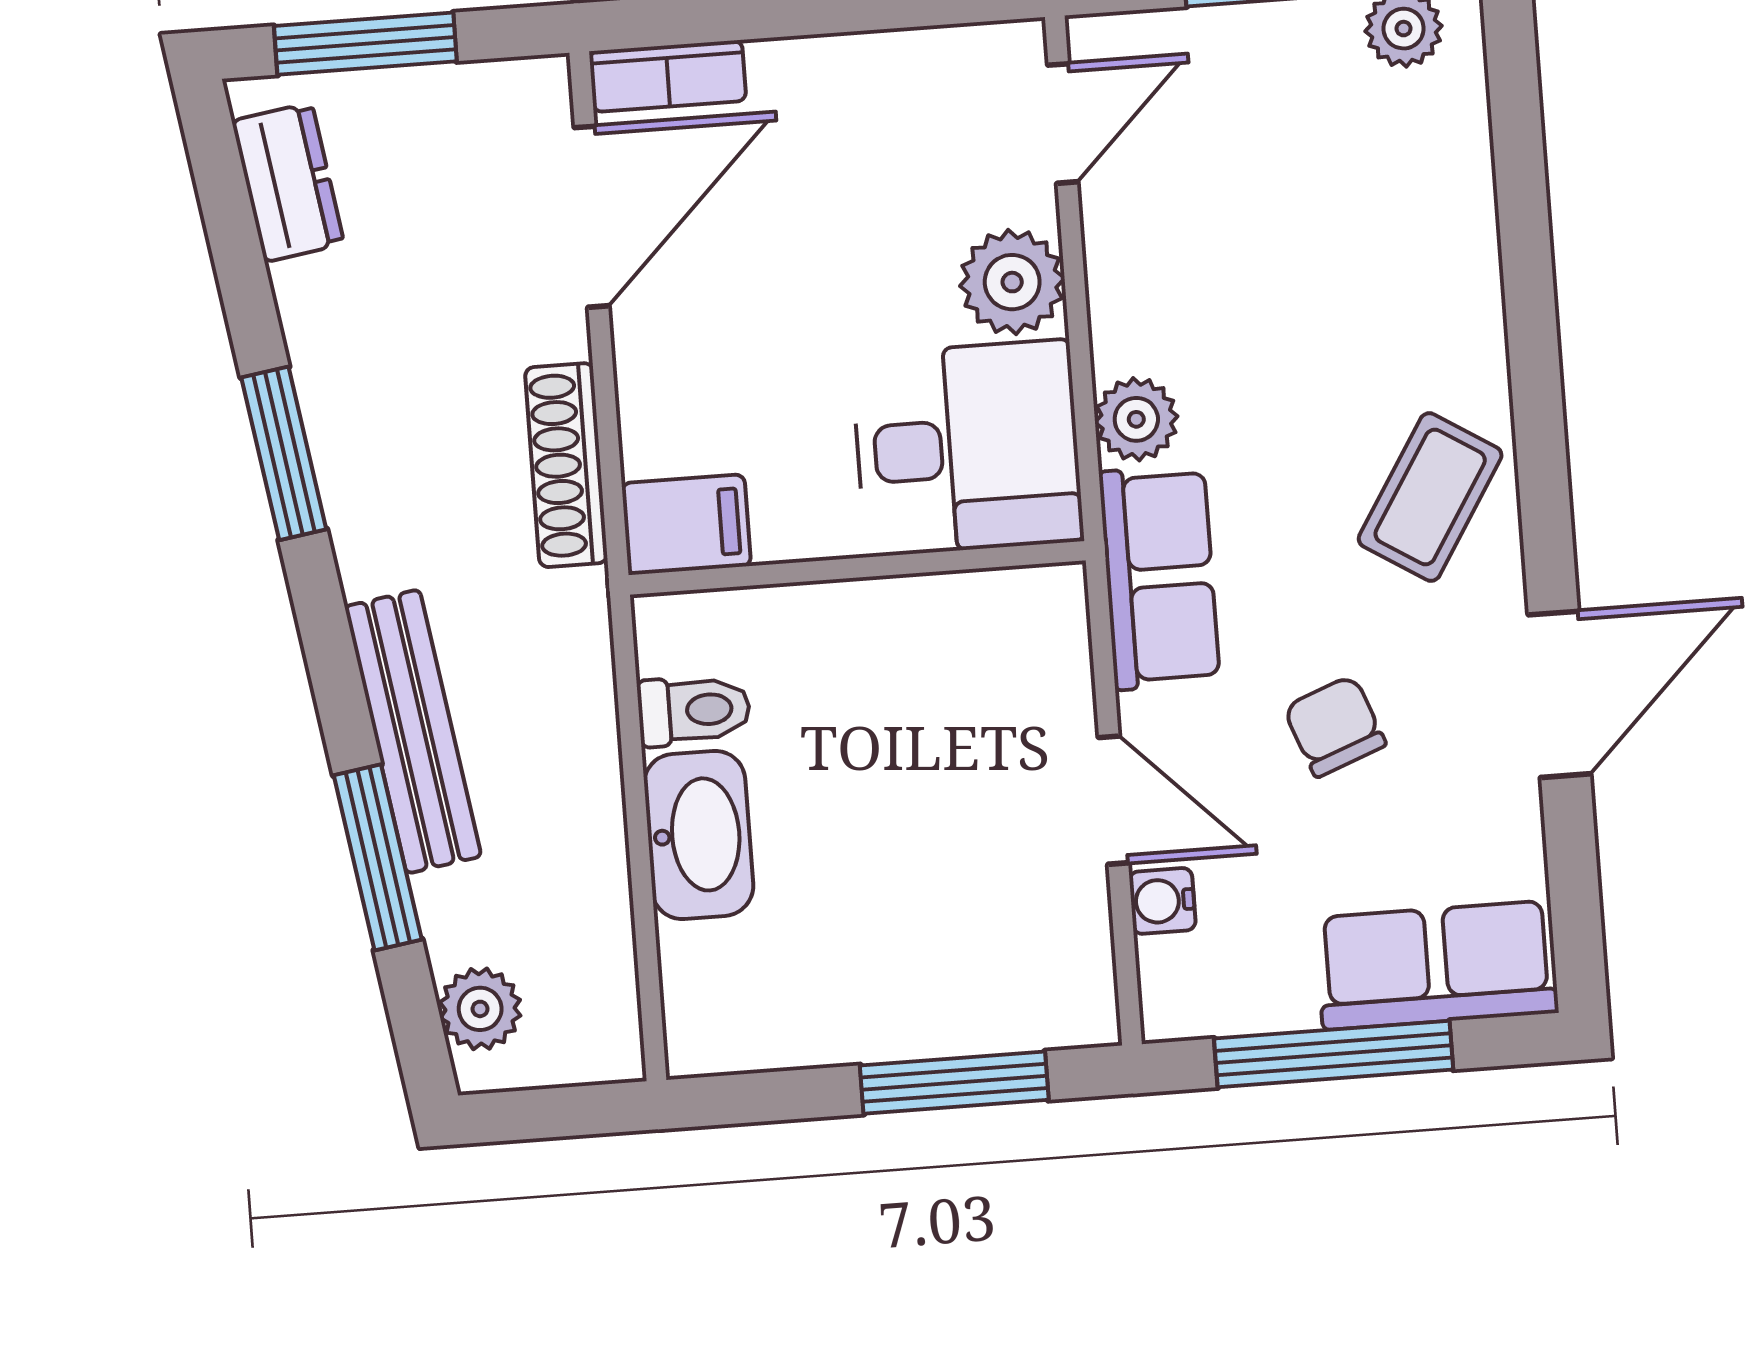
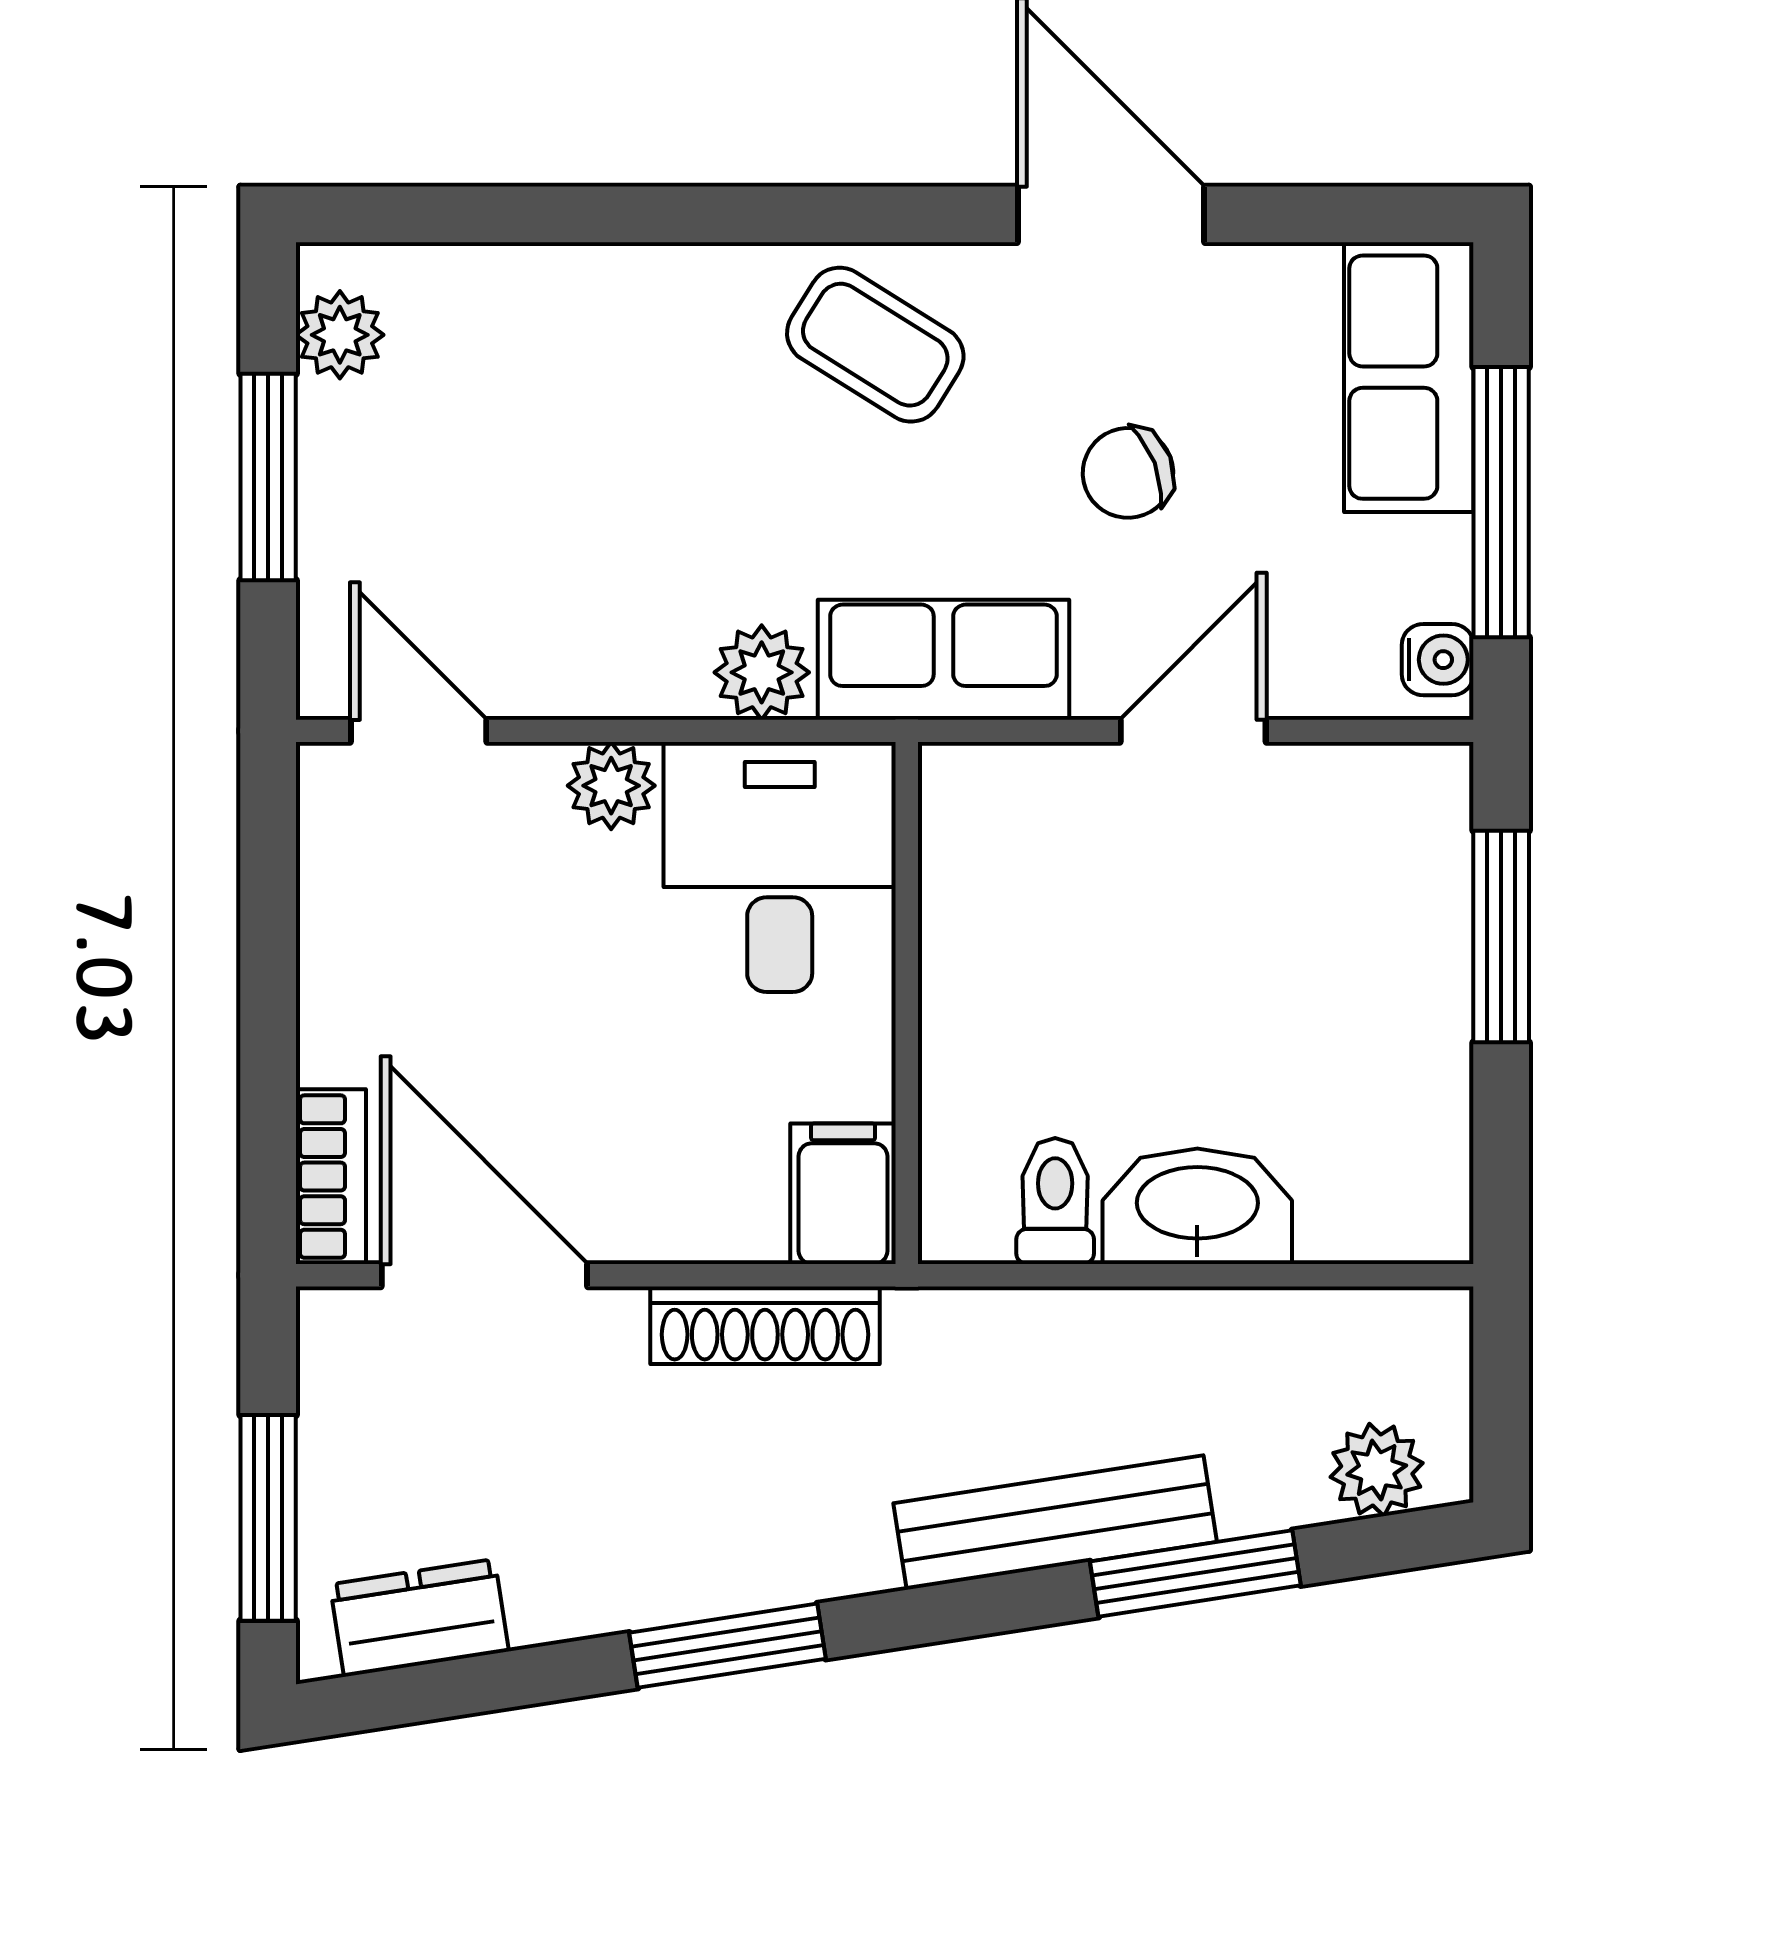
plant: (1012, 282) -> (611, 786), width x0.73, depth x0.73
water cooler: (1162, 901) -> (1438, 660), moved, turned -90

